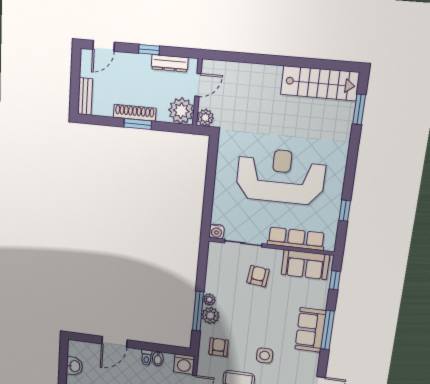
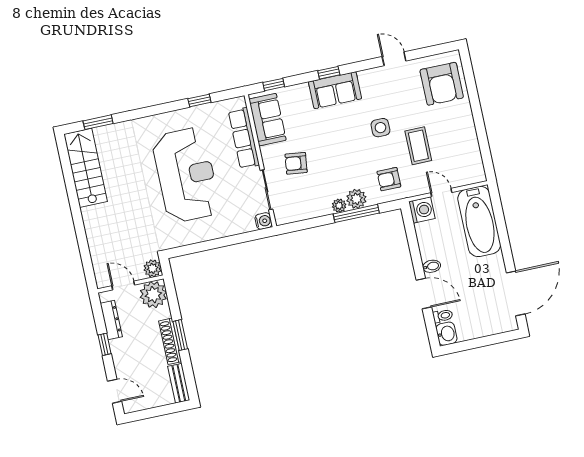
bench: (85, 96) -> (179, 383), moved, turned 90
reception desk: (281, 176) -> (186, 175), turned 180
window: (328, 330) -> (329, 73), width x0.46
toilet: (146, 358) -> (443, 316), moved
bidet: (158, 359) -> (432, 266), moved
washbasin: (74, 366) -> (446, 334), moved, turned 90

